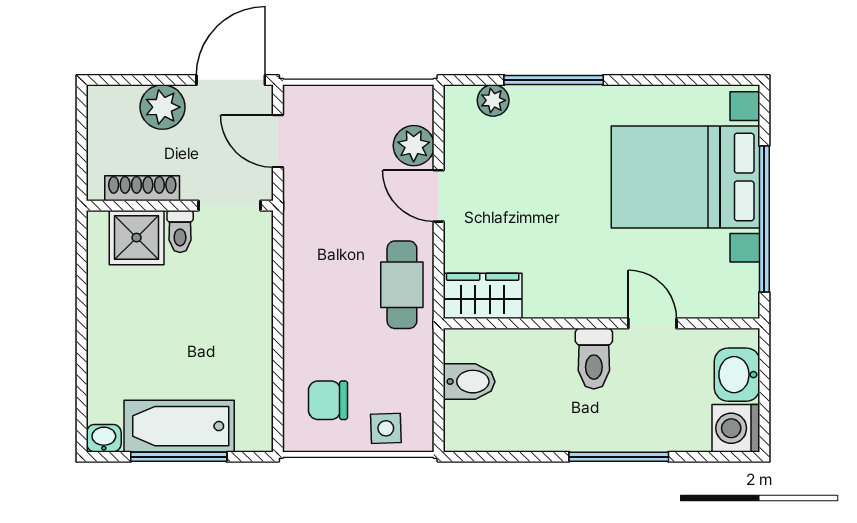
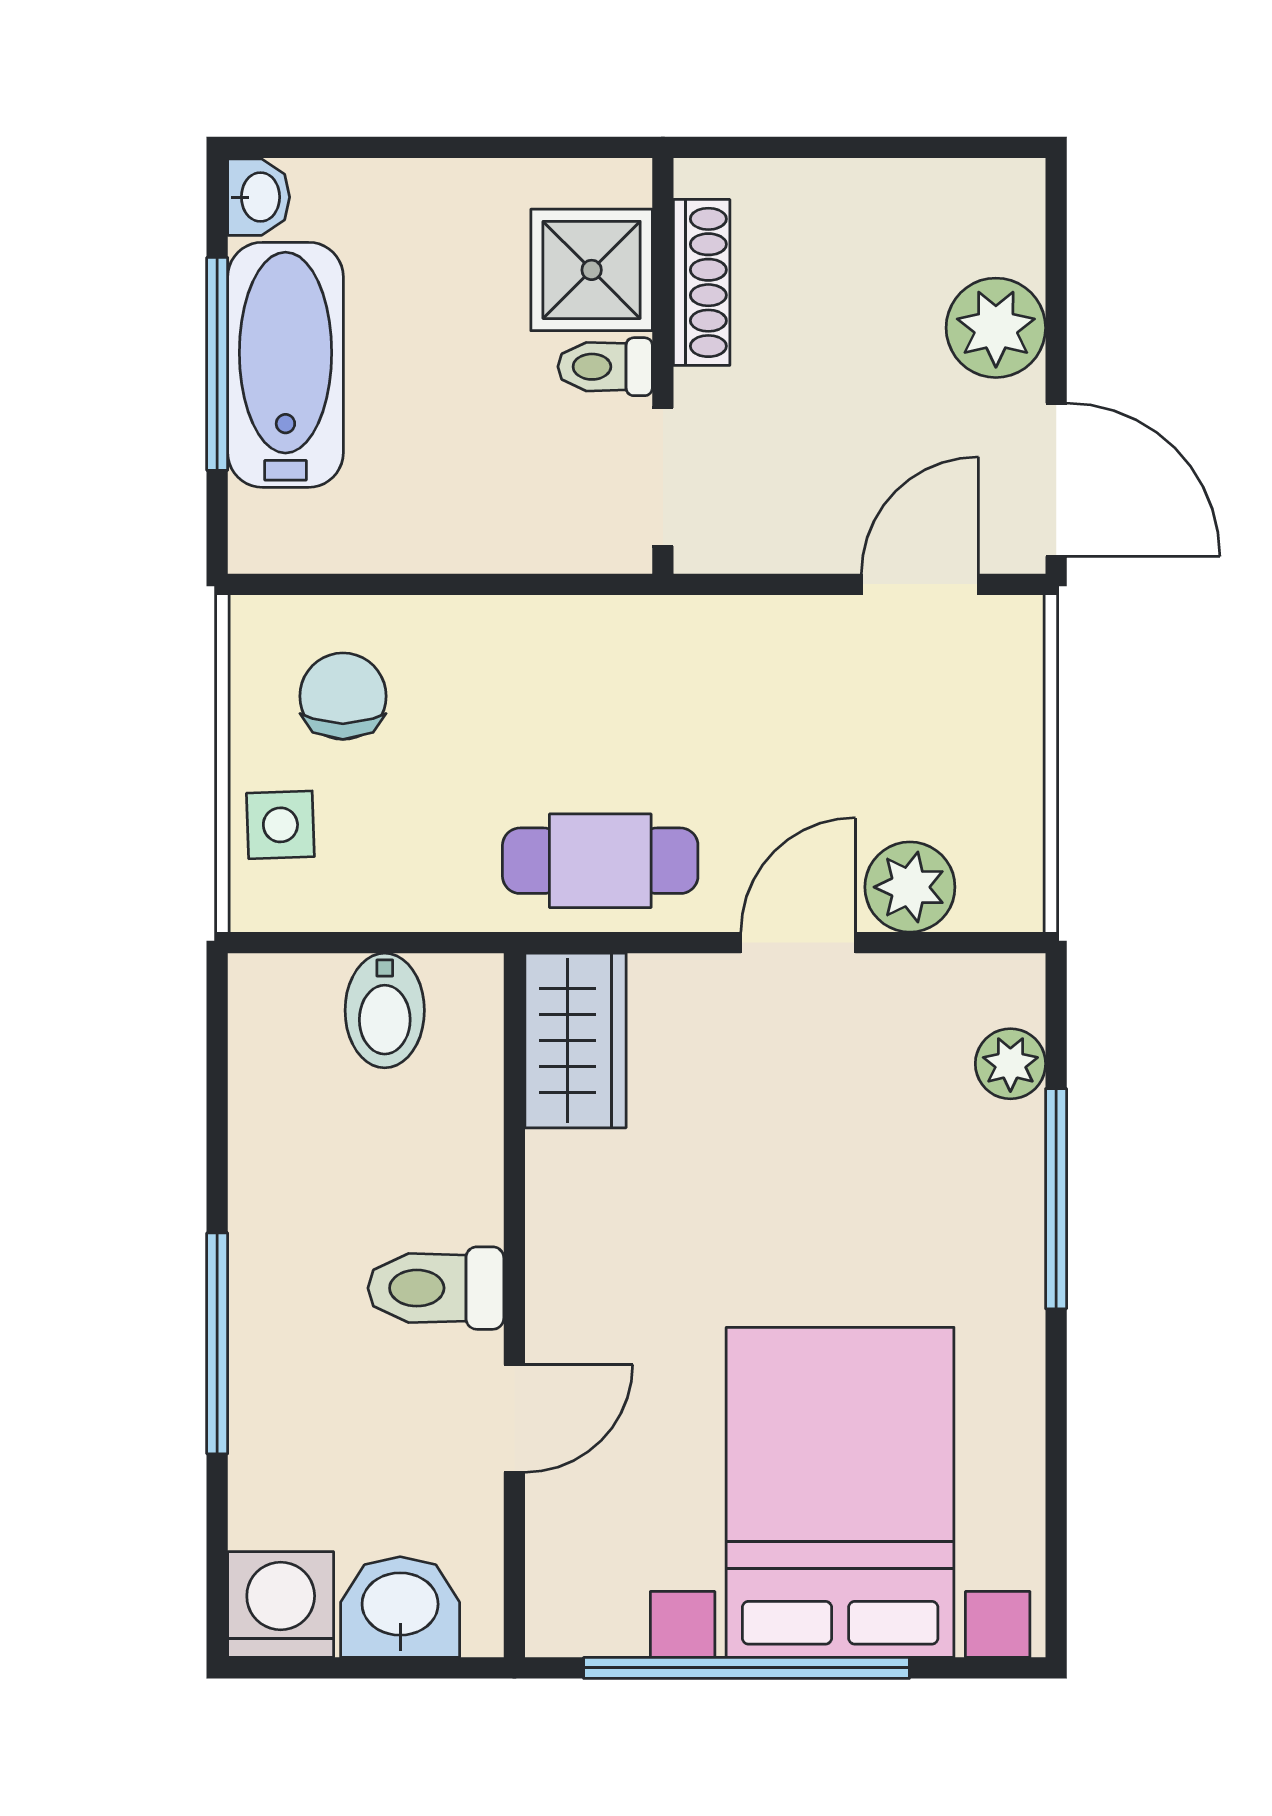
shoe rack: (142, 188) -> (702, 282), moved
wall: (180, 206) -> (663, 366), moved
doorway: (230, 206) -> (663, 477), moved
toilet: (180, 231) -> (605, 367), moved
shower: (137, 238) -> (592, 270), moved

